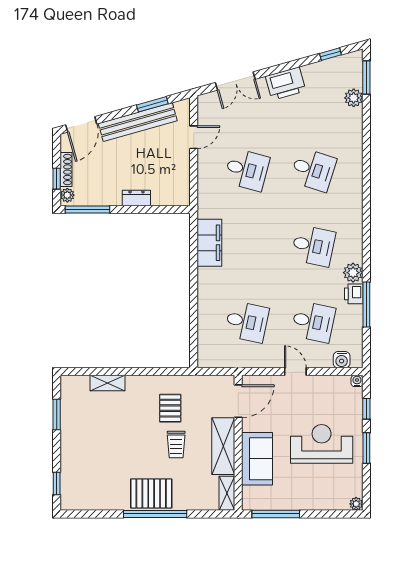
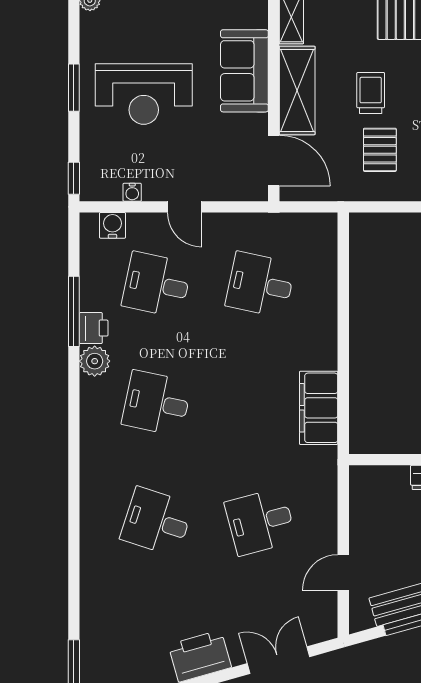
plant: (354, 98) -> (94, 634), removed
desk: (247, 170) -> (260, 522), turned -30
water cooler: (357, 381) -> (132, 192), moved
door: (238, 401) -> (274, 161), swing flipped
window: (366, 409) -> (74, 178), moved

